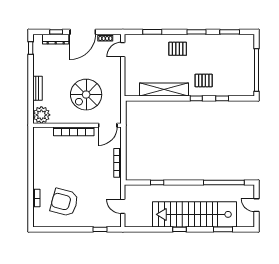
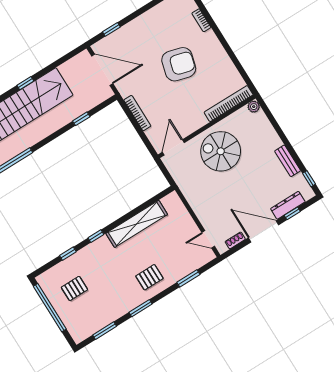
door: (83, 32) -> (264, 231), hinge flipped
door: (123, 50) -> (208, 239), swing flipped
pallet: (204, 80) -> (74, 288), moved
bench: (37, 88) -> (288, 161), moved
spiral stairs: (86, 95) -> (221, 151), moved, turned -90
plant: (41, 115) -> (254, 107), width x0.53, depth x0.53
bookcase: (74, 131) -> (229, 104), moved
armchair: (64, 202) -> (179, 64), moved
door: (123, 206) -> (102, 70), width x1.87

